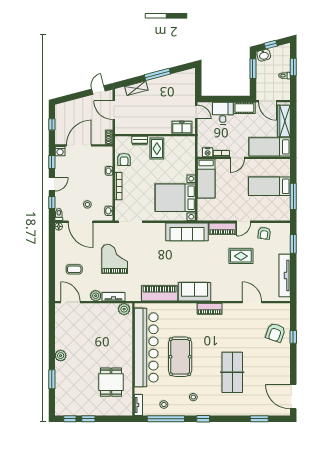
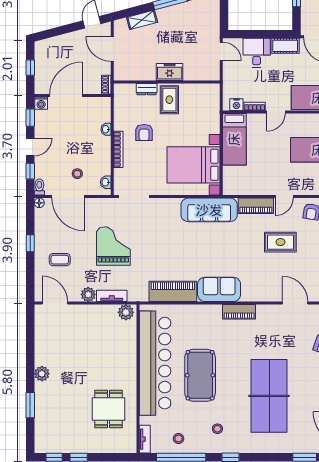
freezer: (182, 128) -> (170, 72), moved
armchair: (124, 159) -> (144, 133), moved
window: (52, 257) -> (30, 243), added
table tennis table: (232, 372) -> (269, 396), width x1.36, depth x1.32

